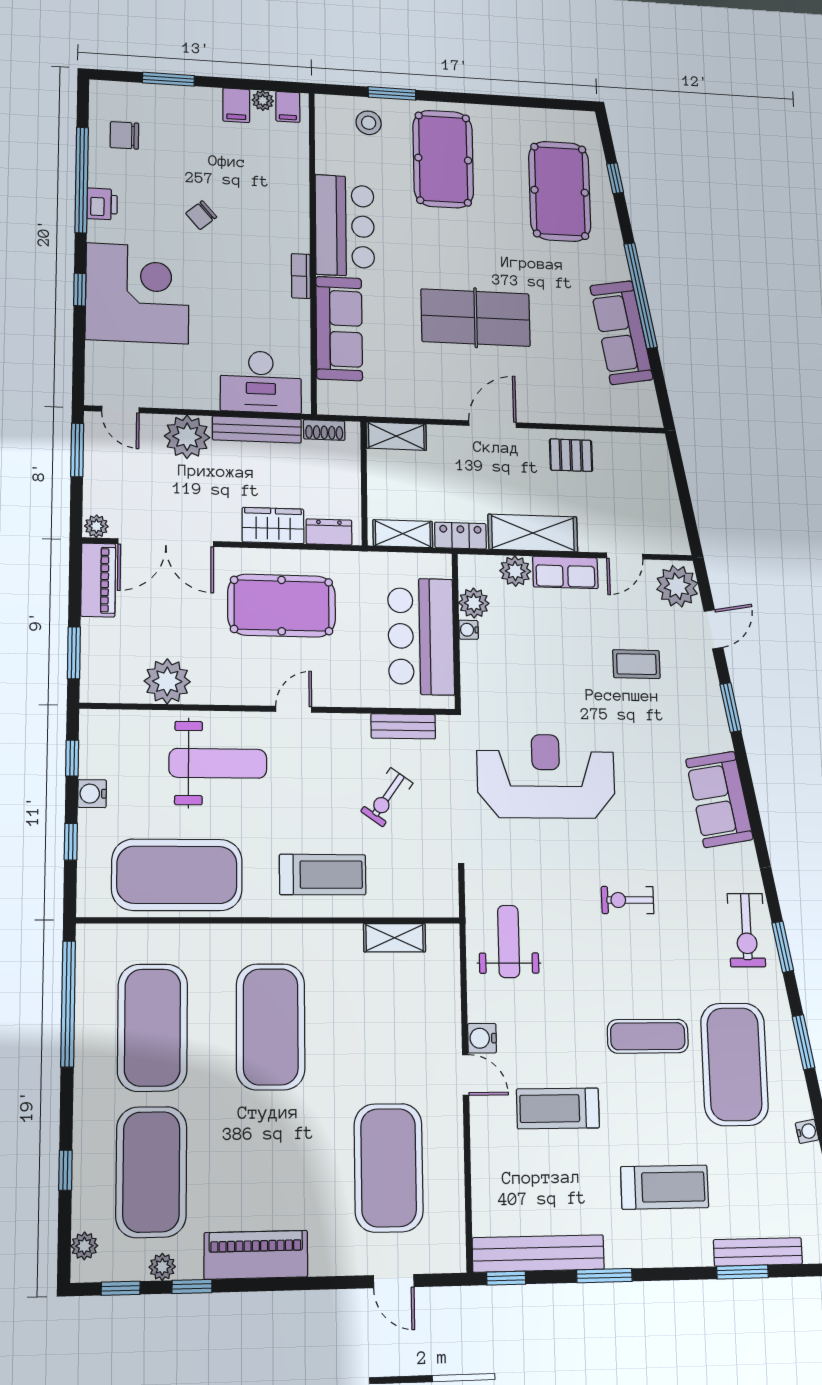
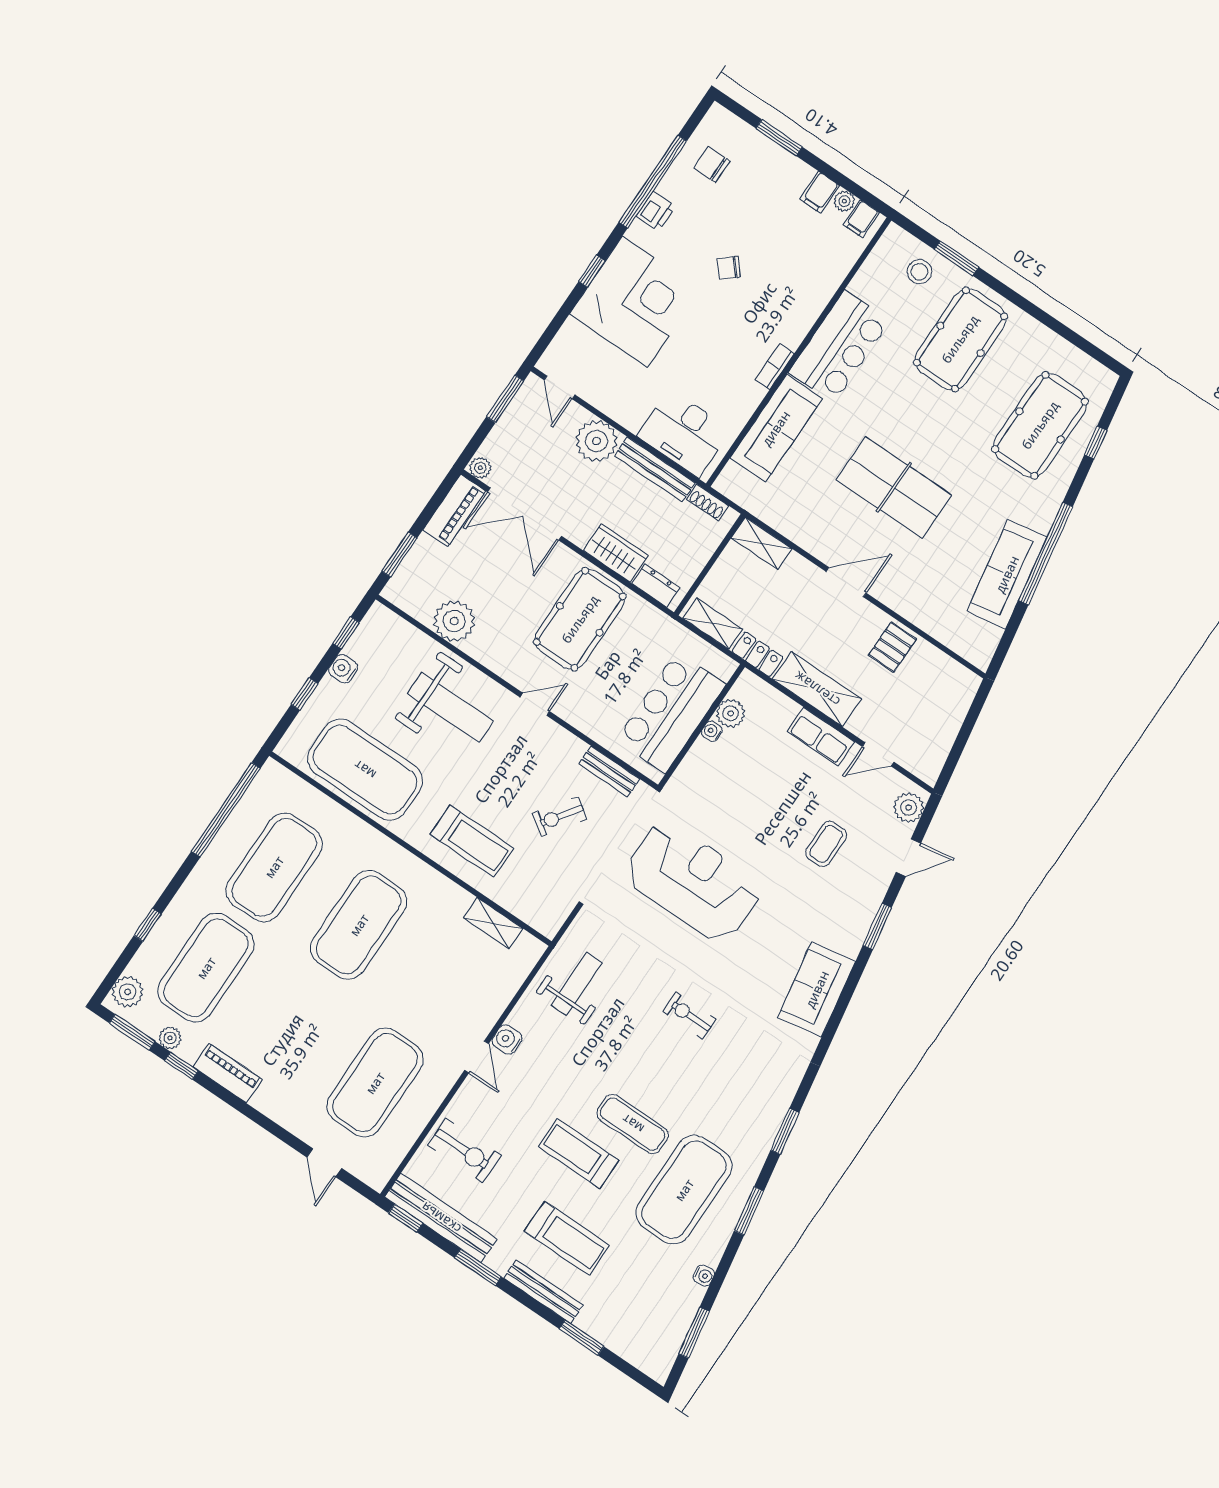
pallet: (571, 455) -> (892, 647), turned 90
plant: (515, 571) -> (781, 710), removed
plant: (677, 586) -> (909, 808), width x0.73, depth x0.73
pool table: (282, 606) -> (580, 619), turned 90
coffee table: (636, 664) -> (826, 844), turned 90
exercise bike: (746, 930) -> (464, 1150), moved, turned -90
treadmill: (558, 1108) -> (579, 1154), moved
plant: (84, 1246) -> (128, 992), width x1.38, depth x1.38
bench: (758, 1252) -> (543, 1292), moved
piano: (256, 1255) -> (228, 1073), width x0.73, depth x0.75
window: (121, 1288) -> (132, 1032), width x1.50

